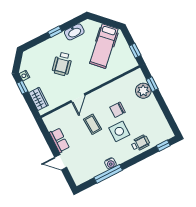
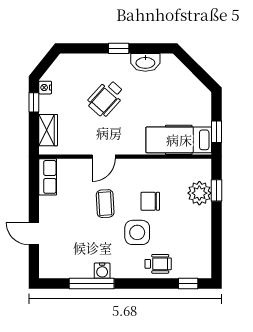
hospital bed: (104, 46) -> (179, 140), moved, turned 45
row of seats: (59, 140) -> (48, 177), moved

